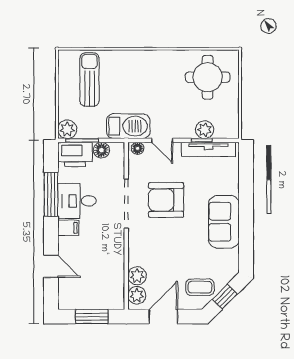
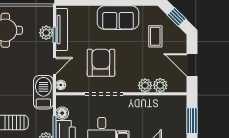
armchair: (166, 200) -> (101, 63), turned 180
coffee table: (200, 287) -> (155, 36), moved
plant: (137, 295) -> (145, 85), moved

